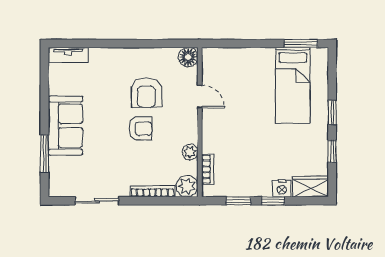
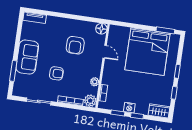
bed: (293, 85) -> (147, 52), width x2.04
armchair: (140, 129) -> (56, 73), moved
nightstand: (282, 188) -> (129, 108), moved

